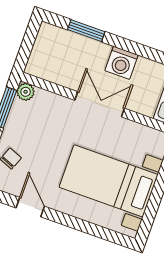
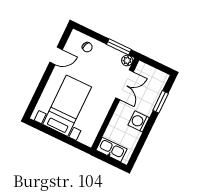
double door: (100, 104) -> (124, 85), moved

